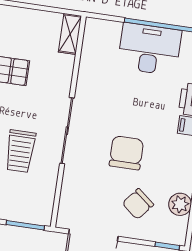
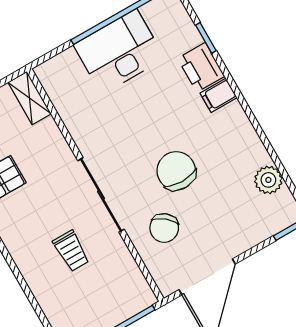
trolley: (20, 151) -> (71, 251), width x0.73, depth x0.72
chair: (138, 204) -> (164, 228), moved

